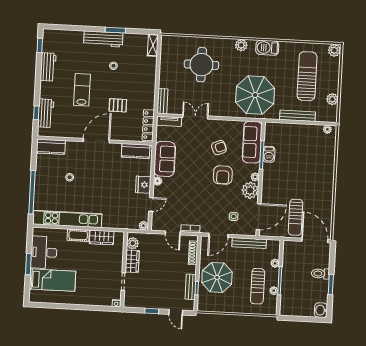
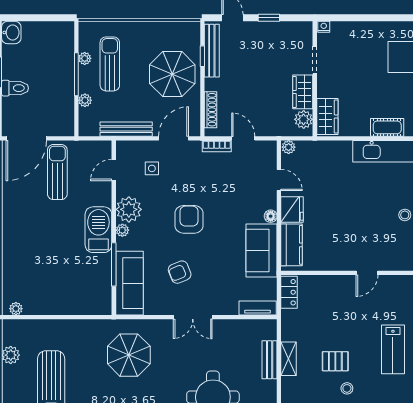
shelving: (151, 87) -> (289, 359), added
parasol: (255, 95) -> (129, 355), width x0.73, depth x0.73
bench: (162, 101) -> (270, 360), moved
pallet: (118, 105) -> (335, 361), moved
bench: (298, 116) -> (62, 327), removed
double door: (195, 117) -> (193, 317), moved
locker: (148, 125) -> (289, 292), width x0.66
door: (96, 141) -> (367, 273), width x0.53
kitchen counter: (136, 151) -> (292, 245), moved, turned 90
barbecue: (269, 154) -> (98, 230), moved, width x1.88, depth x1.53
armchair: (223, 175) -> (189, 219), moved
door: (151, 204) -> (279, 180), swing flipped
door: (259, 217) -> (114, 170), width x0.53
wardrobe: (102, 237) -> (327, 116), moved, turned 90
door: (315, 240) -> (26, 138), hinge flipped
bench: (191, 287) -> (212, 51), width x1.36

